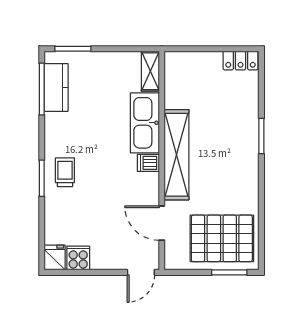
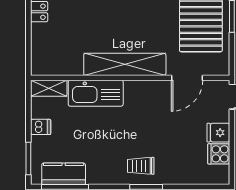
dishwasher: (148, 163) -> (41, 127), moved, turned -90
fridge: (55, 258) -> (218, 133), moved

